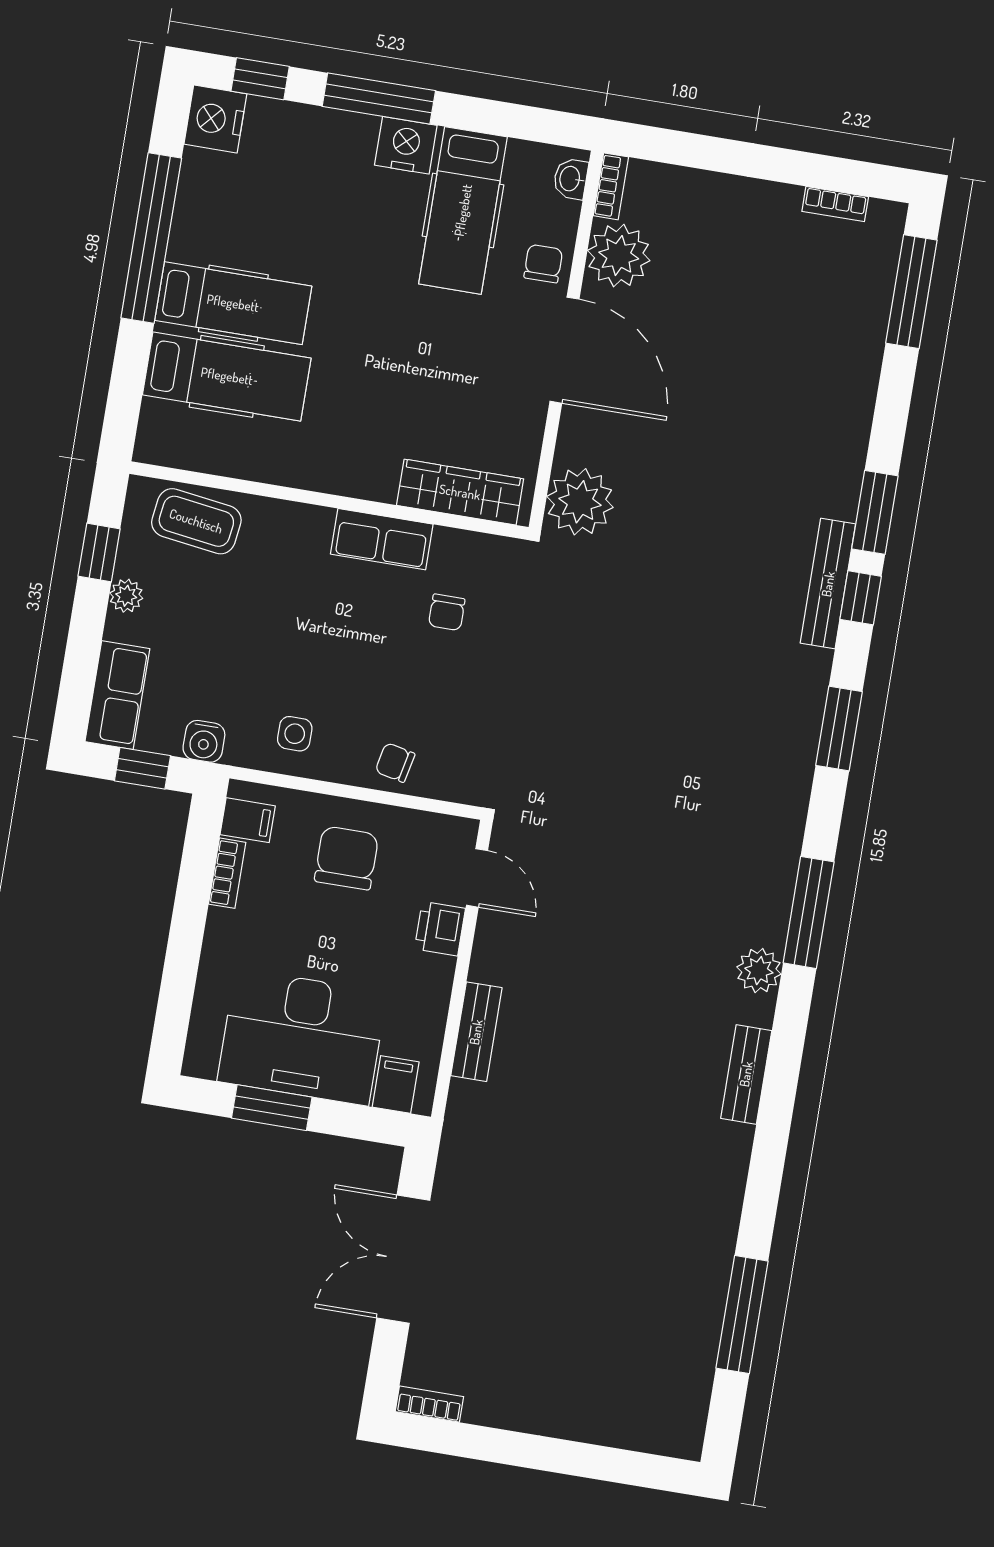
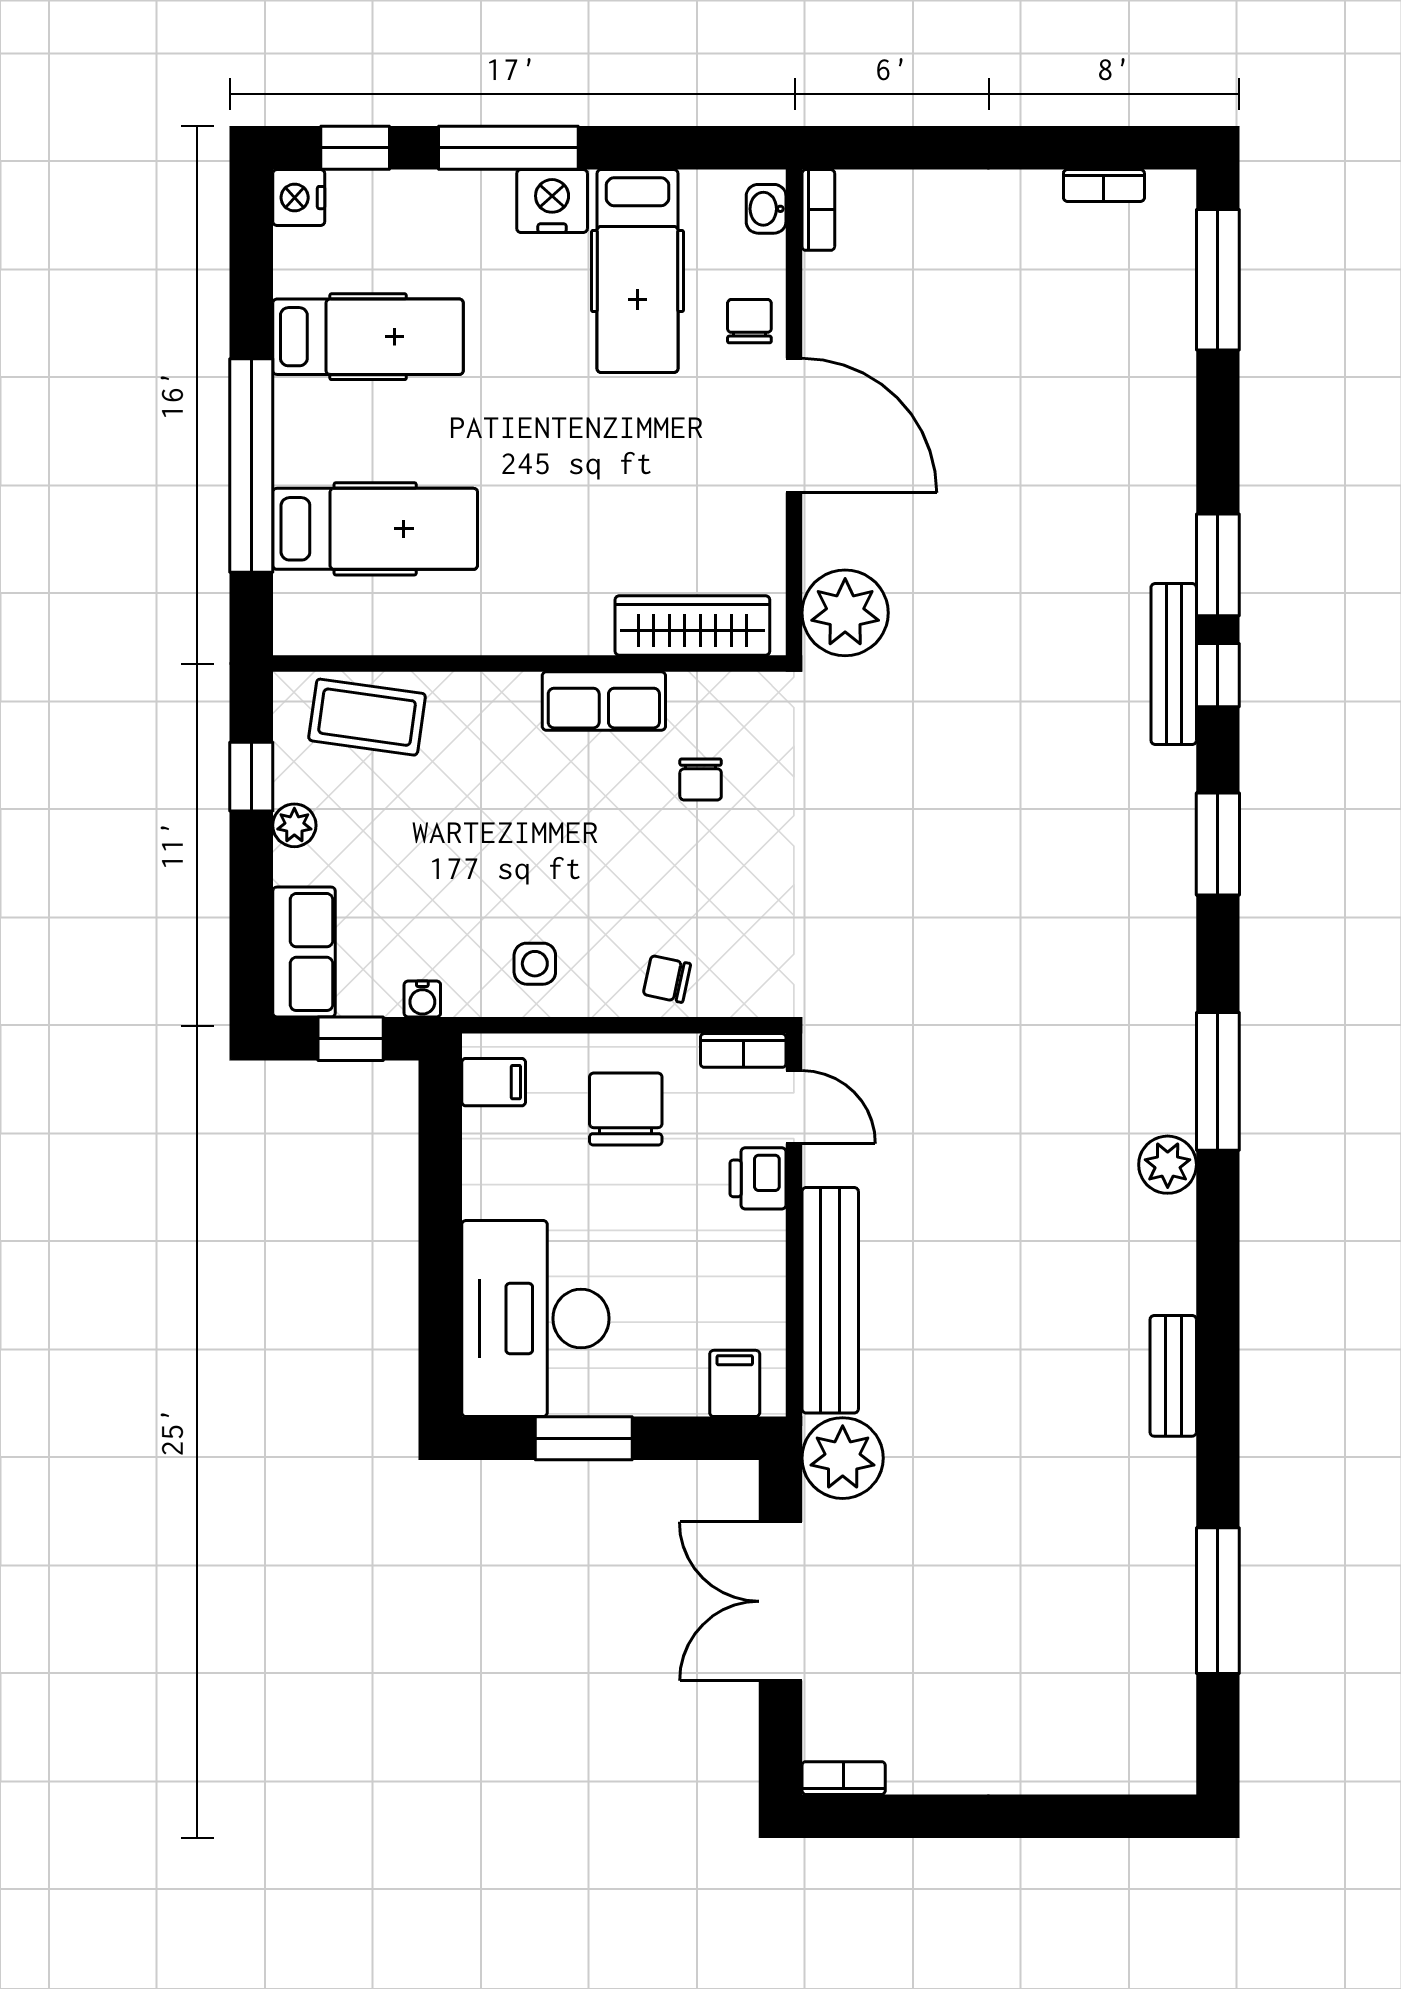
nightstand: (215, 119) -> (299, 198), width x0.74, depth x0.75
window: (151, 238) -> (251, 466), moved
plant: (619, 256) -> (843, 1458), moved
hospital bed: (233, 303) -> (368, 337), moved
water cooler: (204, 741) -> (422, 999), width x0.72, depth x0.72
bookcase: (227, 873) -> (743, 1050), moved, turned 90
bench: (476, 1032) -> (830, 1300), width x1.86, depth x1.21
desk: (302, 1037) -> (535, 1319), moved, turned 90
bench: (746, 1074) -> (1173, 1376), moved

